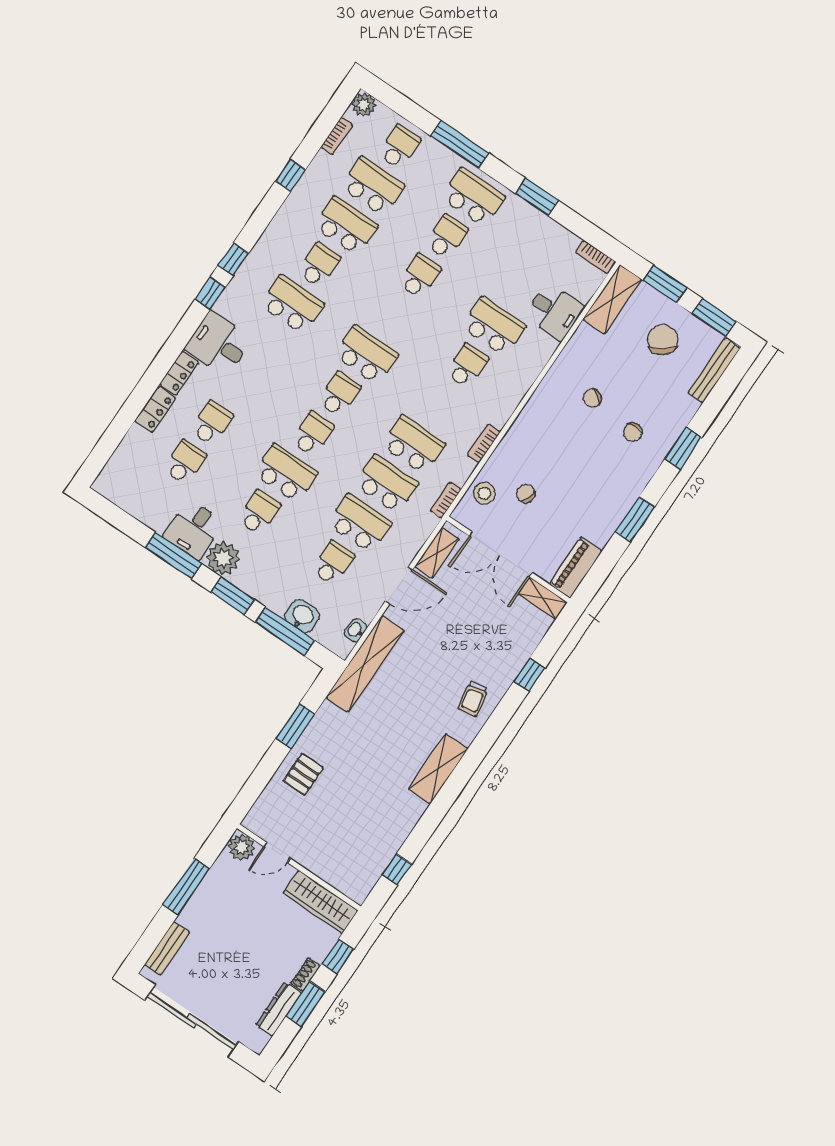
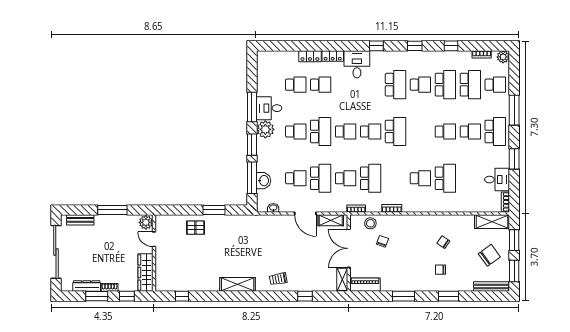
window: (233, 259) -> (415, 46), moved
desk: (554, 311) -> (497, 180), moved, turned -90
school desk: (386, 484) -> (346, 178), width x0.54
shelving: (365, 664) -> (262, 222), removed

